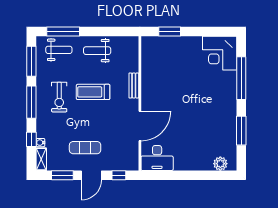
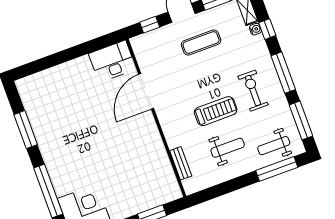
weight bench: (97, 51) -> (228, 148), moved
bench: (134, 86) -> (181, 163), moved
plant: (220, 164) -> (36, 82), removed

